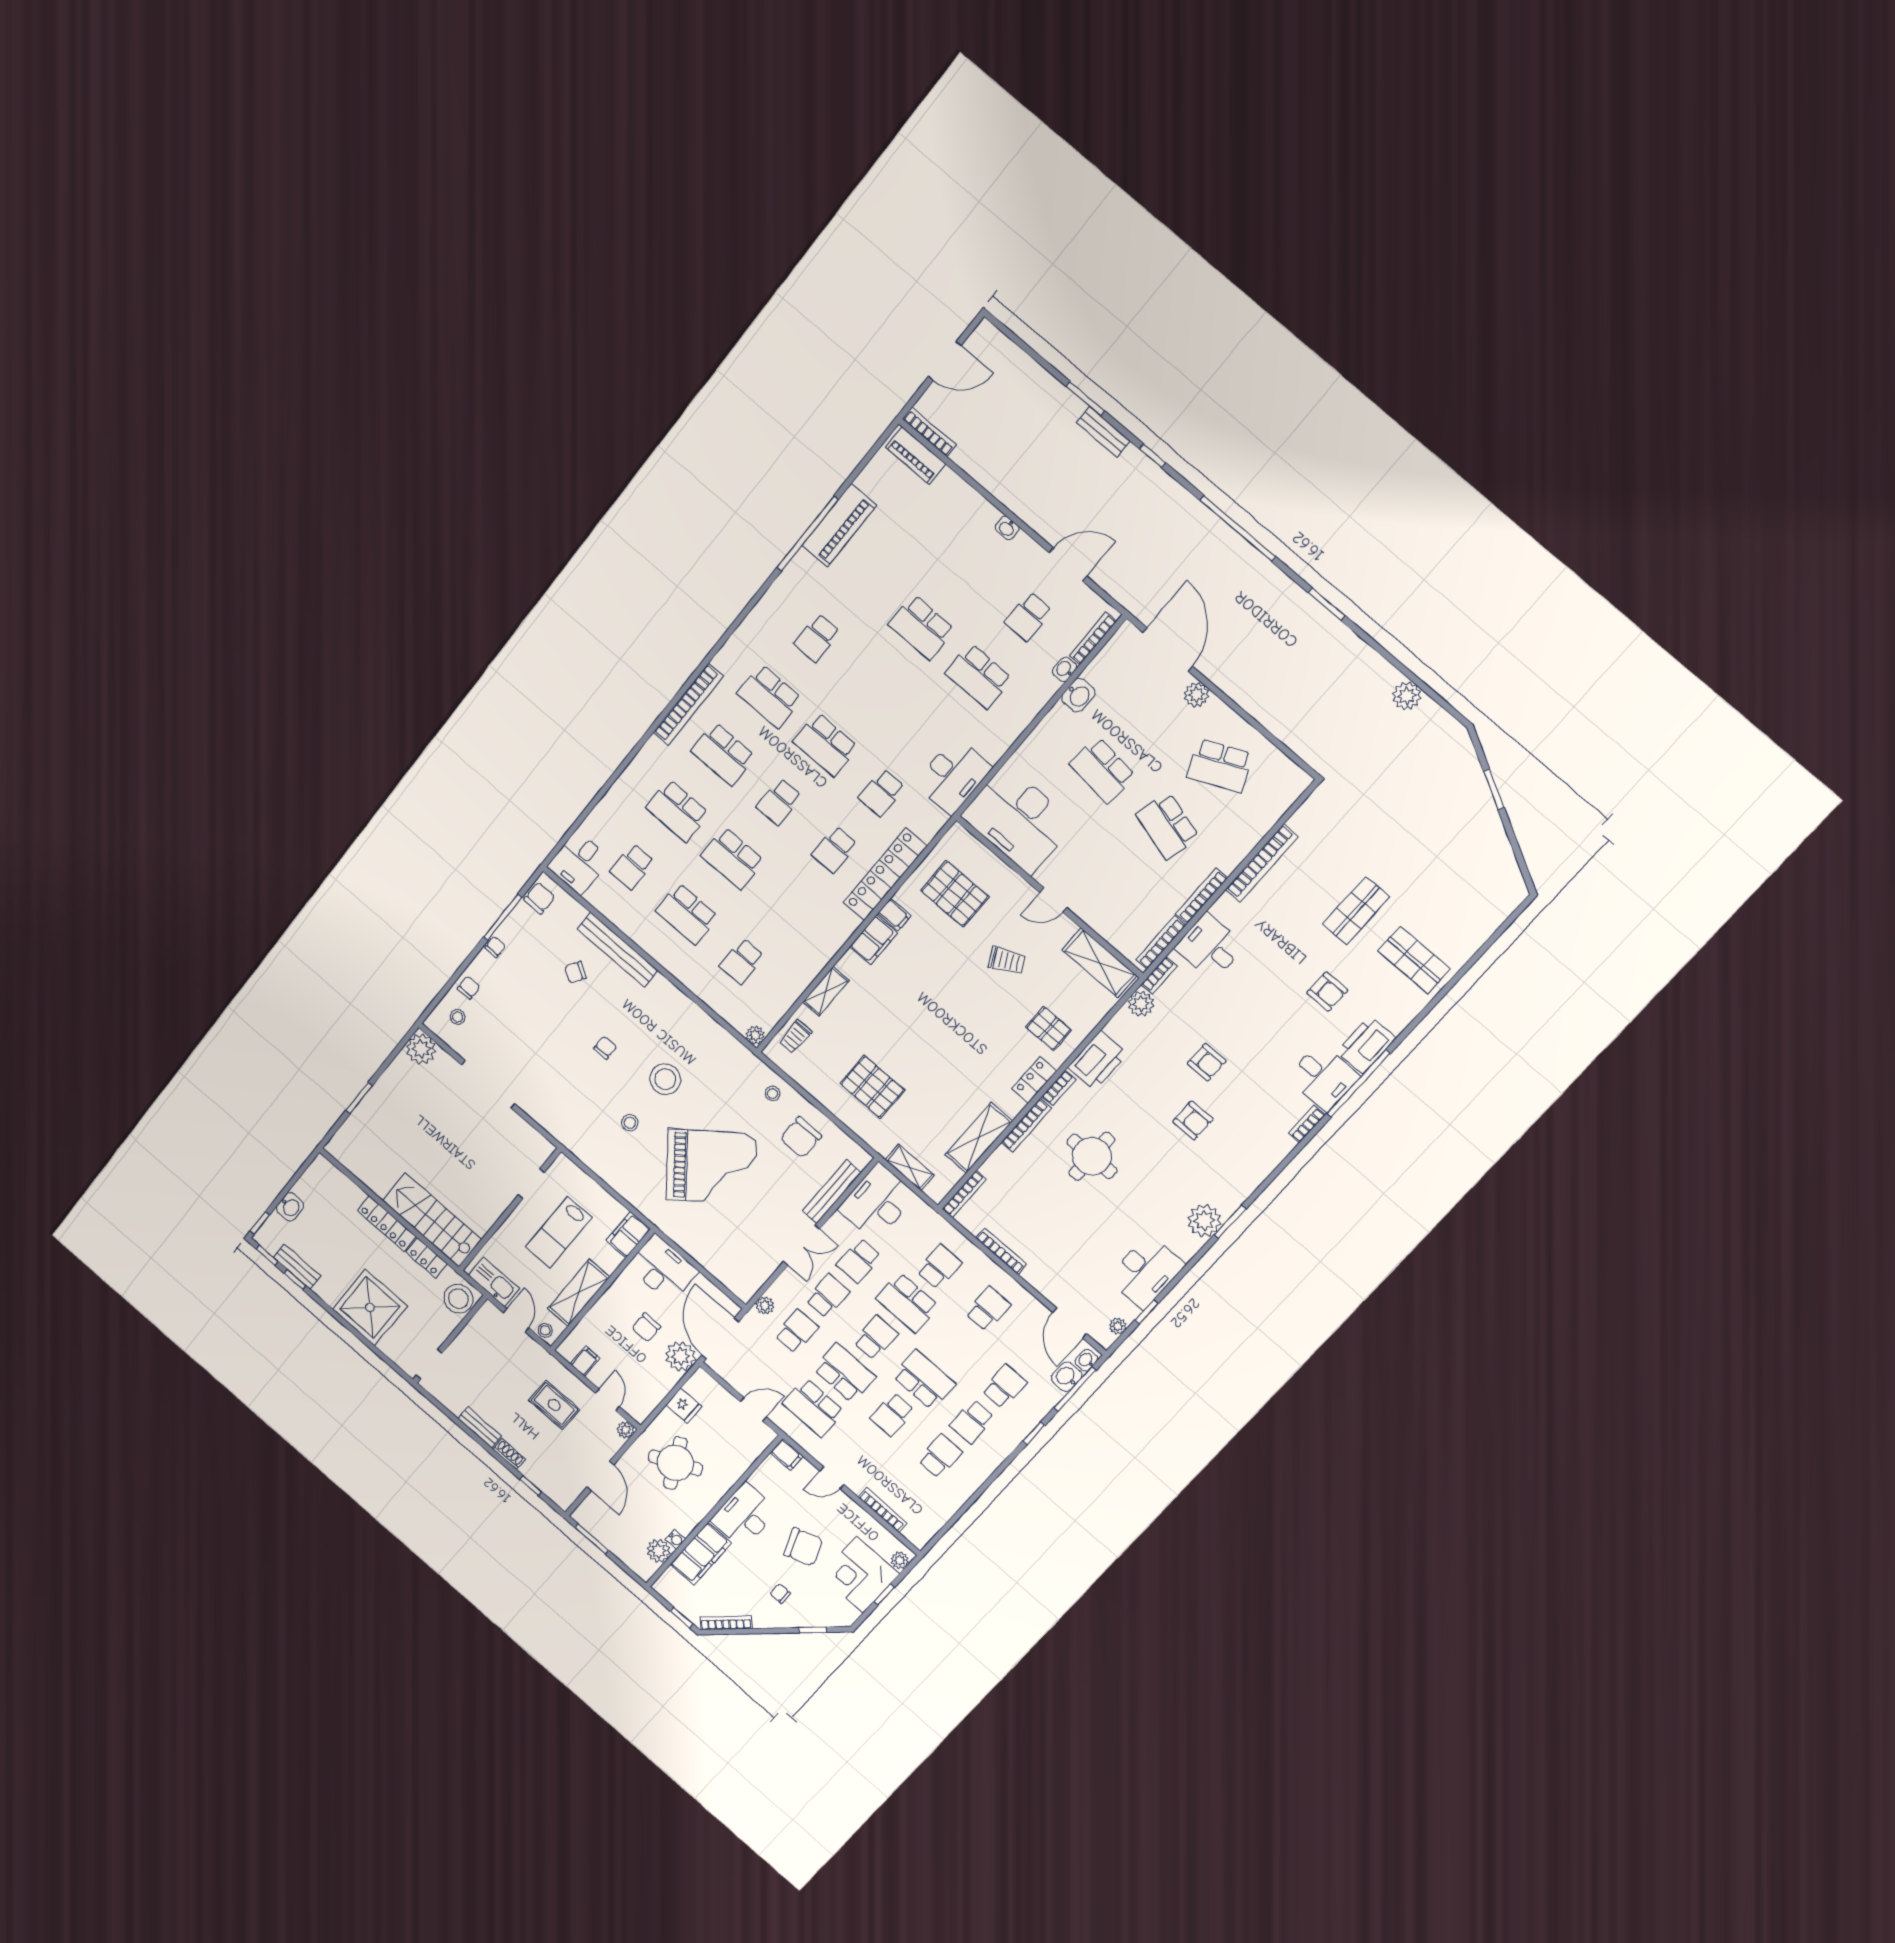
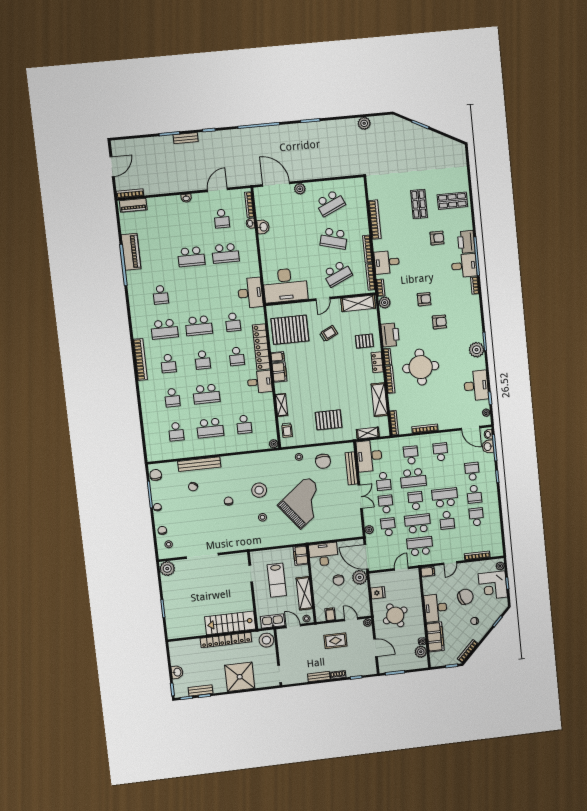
school desk: (723, 754) -> (168, 363), width x0.54
school desk: (1102, 770) -> (337, 274), moved, turned -30
school desk: (677, 811) -> (172, 398), width x0.54
desk: (579, 863) -> (260, 382), moved, turned -90
pallet: (955, 894) -> (290, 330), width x1.37, depth x1.41
round table: (1092, 1156) -> (421, 367), width x1.36, depth x1.36
school desk: (813, 1407) -> (420, 546), turned 180

